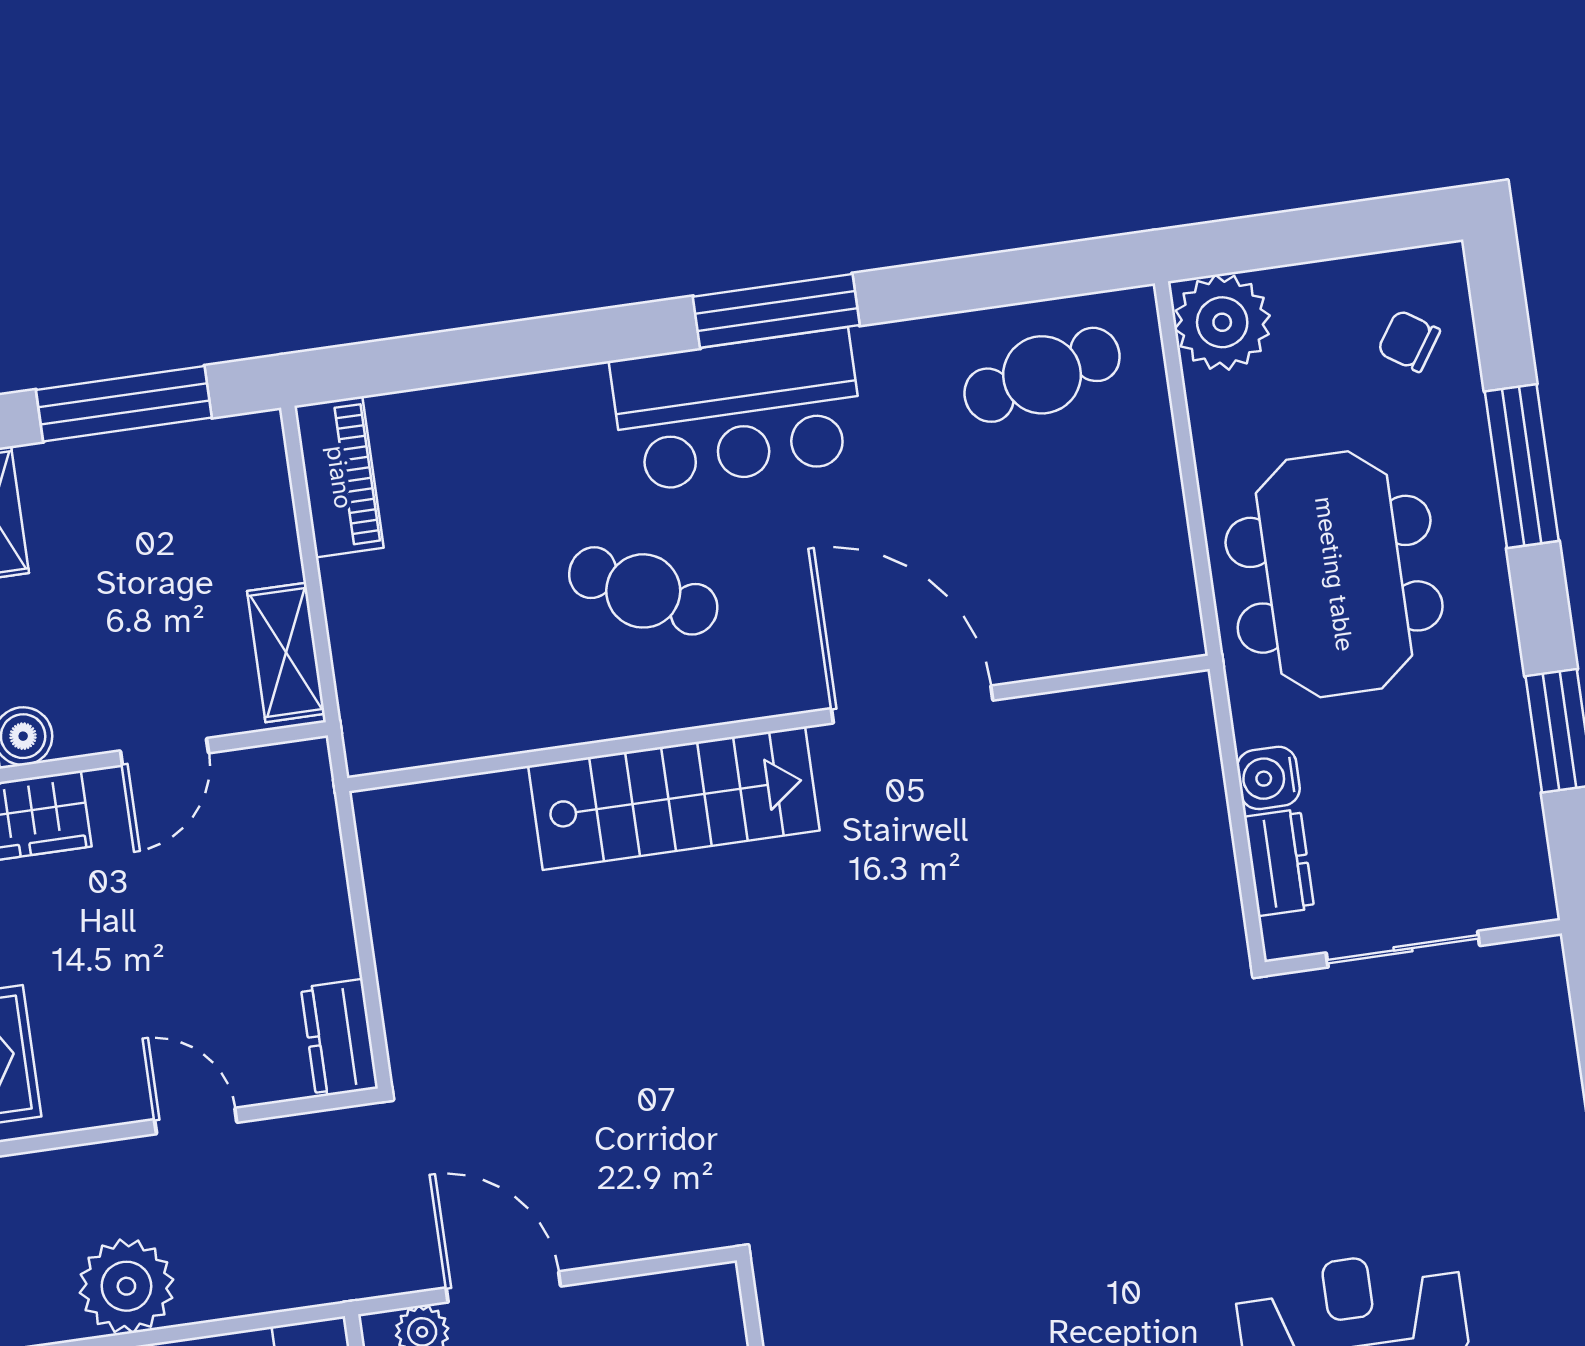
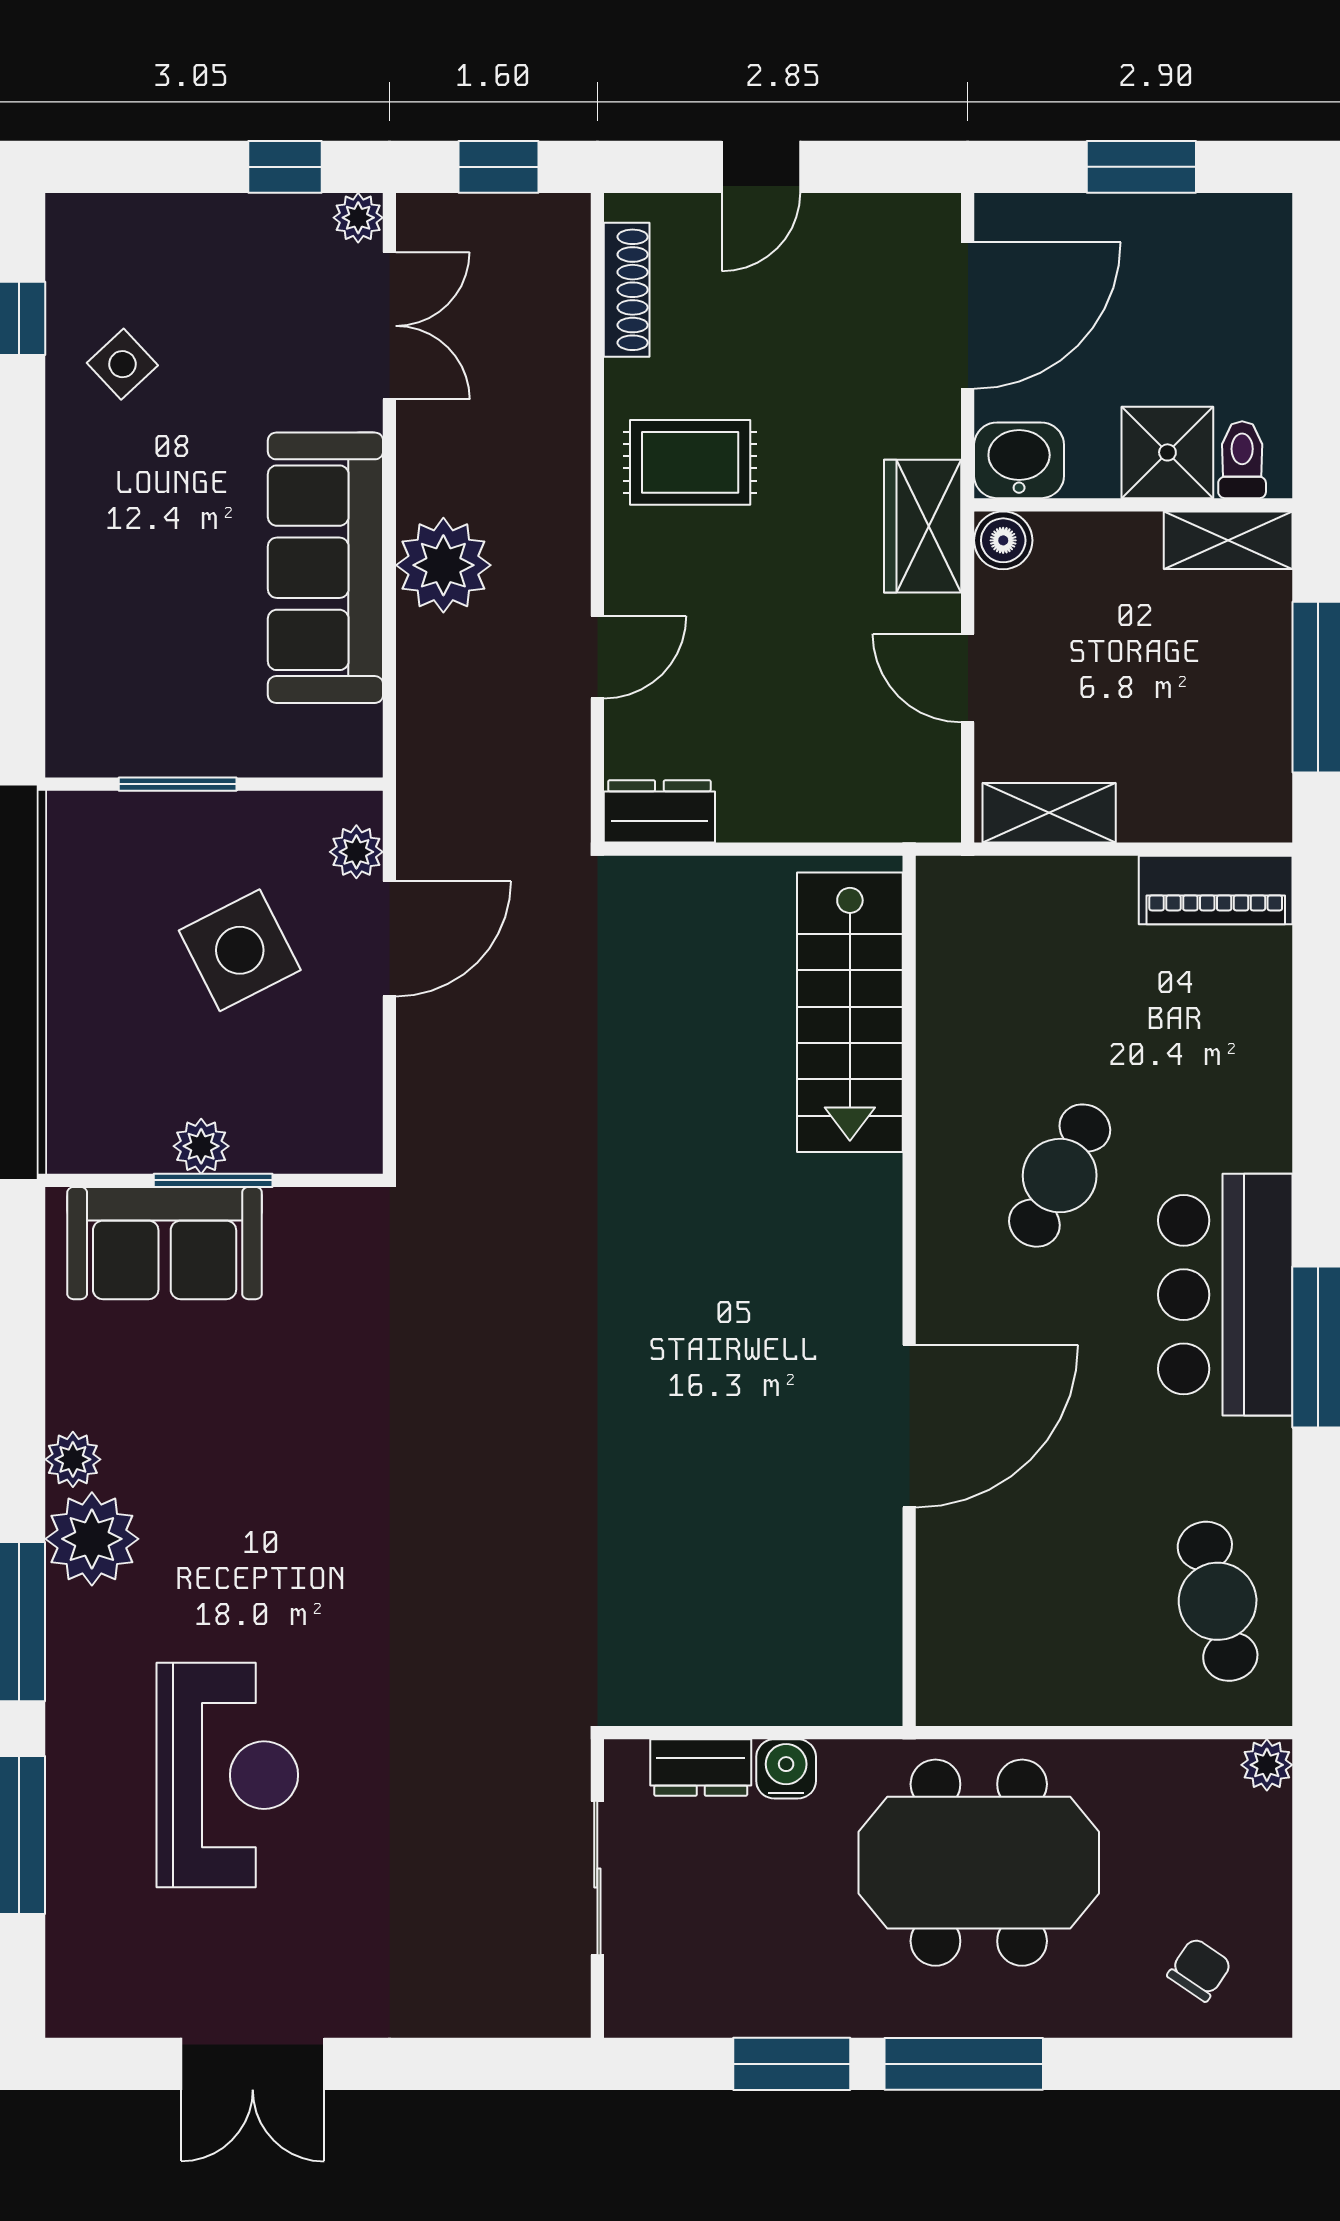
plant: (1222, 322) -> (1267, 1765), width x0.53, depth x0.53
window: (1522, 466) -> (964, 2064), moved
stairs: (674, 798) -> (850, 1012), moved

